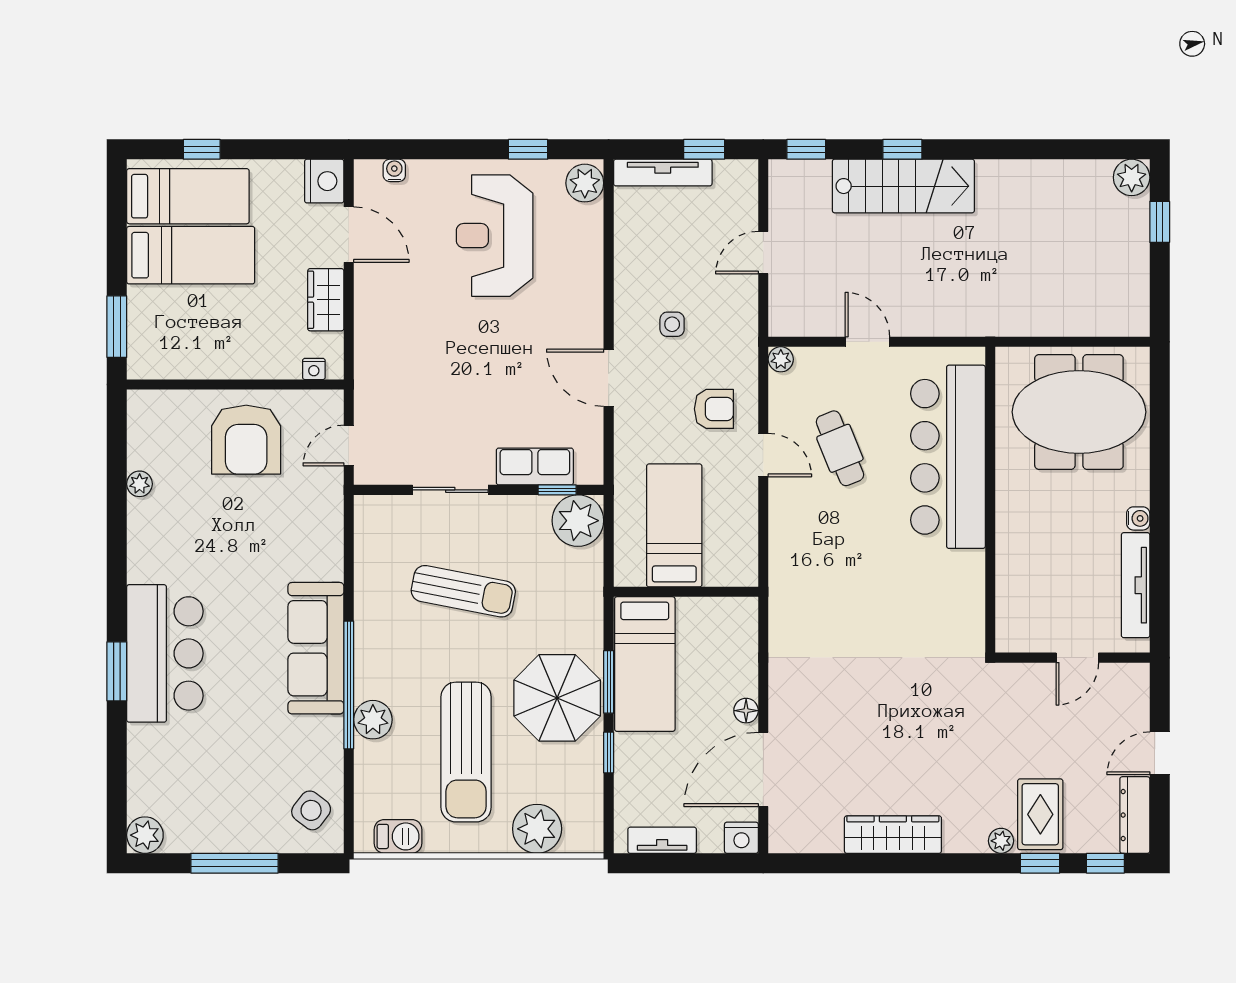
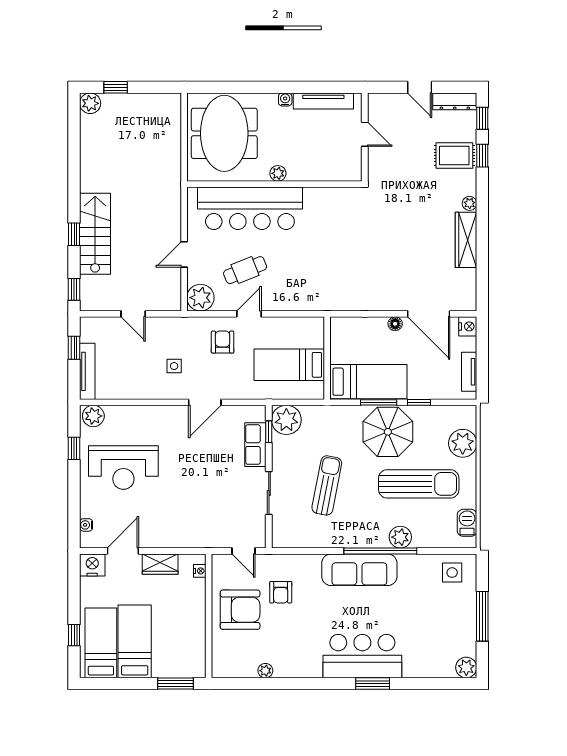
plant: (781, 359) -> (200, 298), width x1.88, depth x1.88
plant: (1009, 506) -> (278, 173), added
armchair: (277, 511) -> (281, 592), added
side table: (311, 810) -> (452, 573), turned -37
plant: (1001, 841) -> (470, 203), moved

